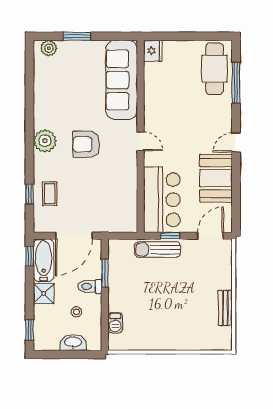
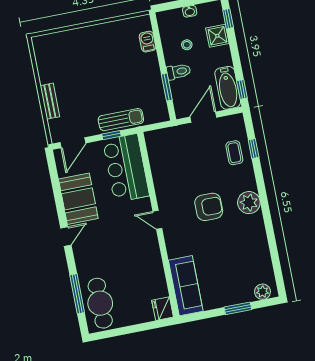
sofa: (122, 80) -> (186, 286), width x0.74, depth x0.79
door: (74, 236) -> (203, 117), width x0.73
shower: (44, 293) -> (217, 36), moved
bench: (225, 308) -> (50, 101), moved
washbasin: (73, 343) -> (190, 11), width x0.52, depth x0.69

